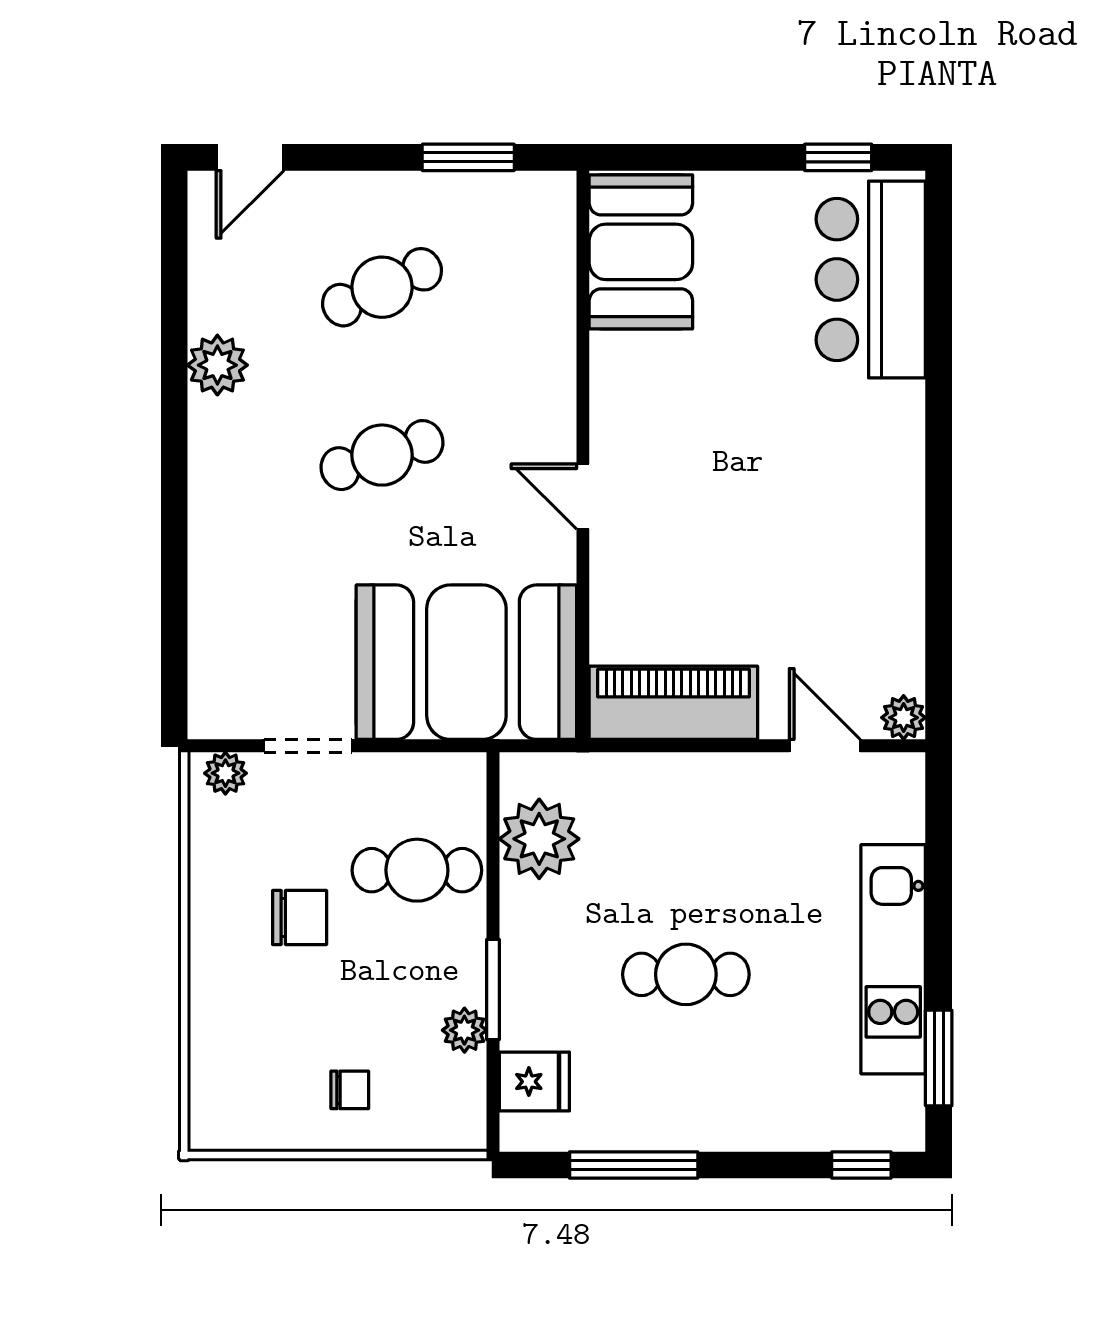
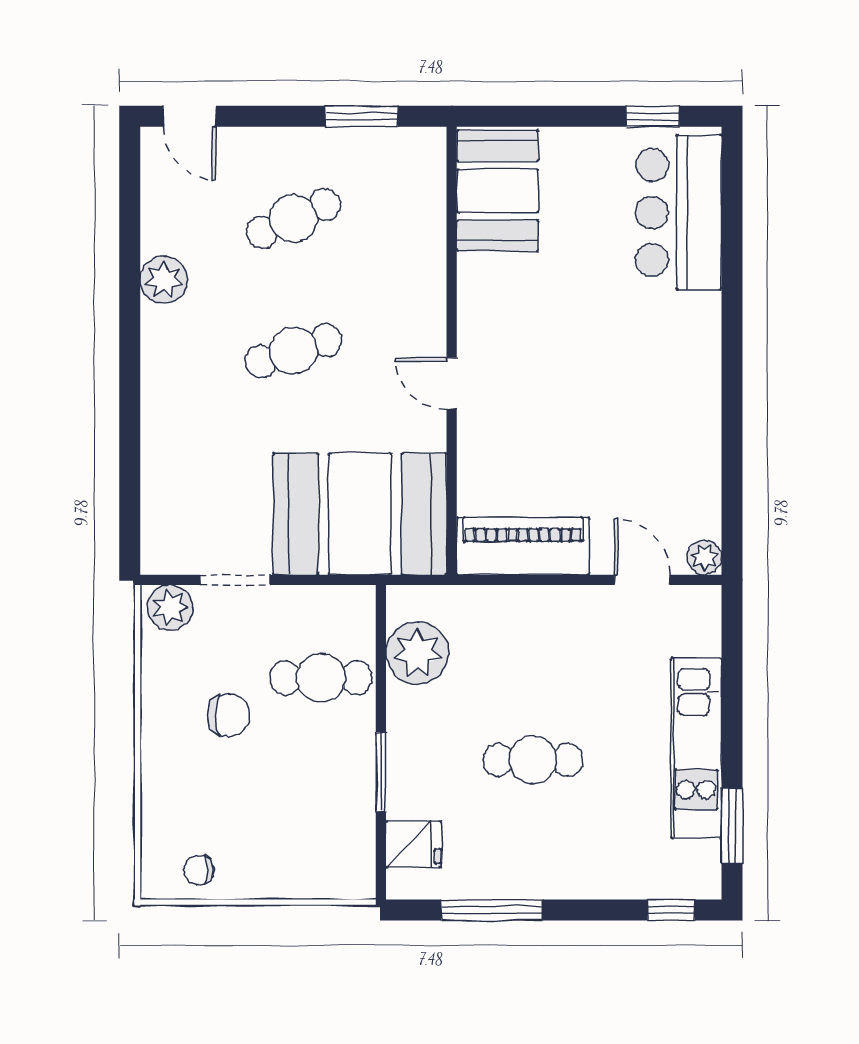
door: (250, 157) -> (189, 116), hinge flipped
plant: (225, 773) -> (170, 608), width x1.38, depth x1.38
plant: (464, 1030) -> (358, 804), removed
chair: (350, 1090) -> (199, 870), moved, turned 180

